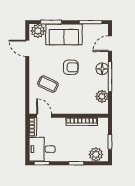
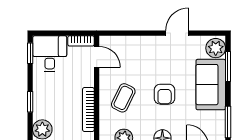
door: (27, 48) -> (177, 33), moved
coffee table: (48, 84) -> (123, 98), moved
door: (44, 116) -> (97, 57), hinge flipped

